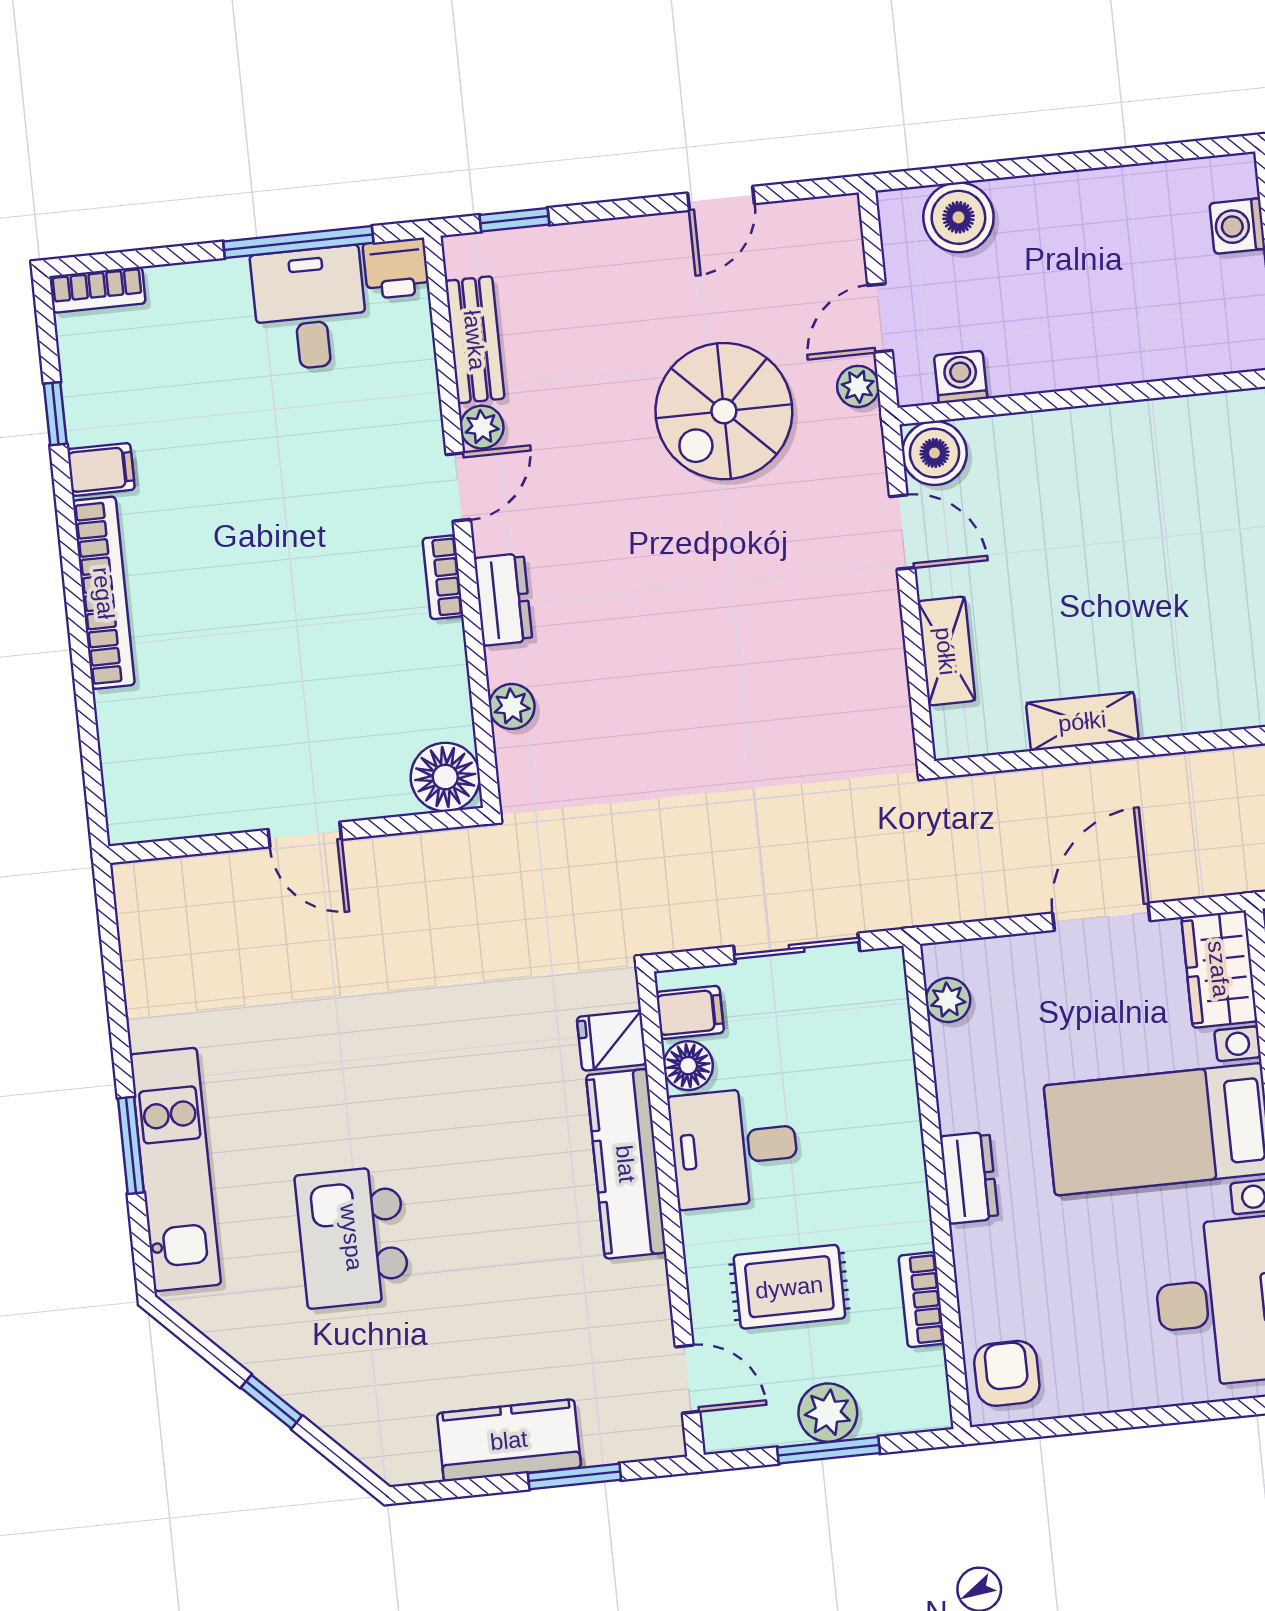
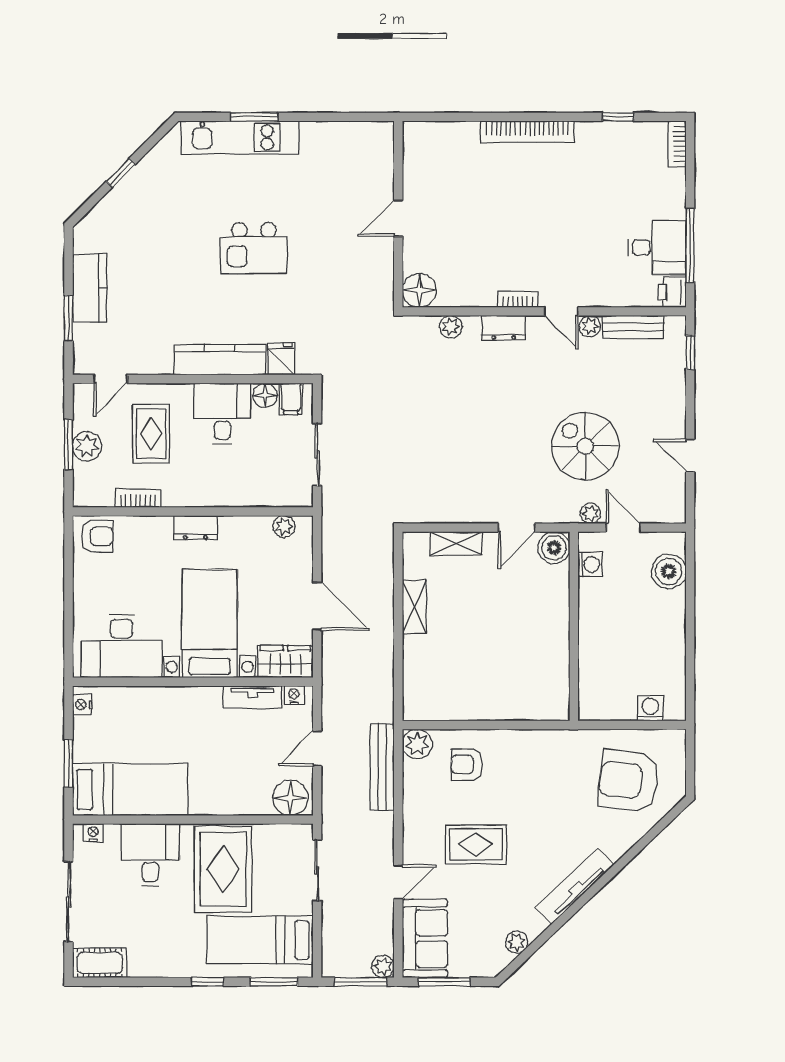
filing cabinet: (101, 469) -> (588, 137), removed
kitchen island: (352, 1237) -> (254, 248), moved, turned 180

